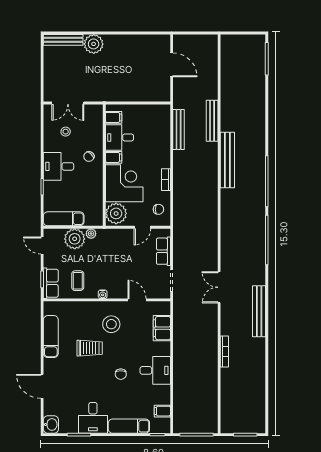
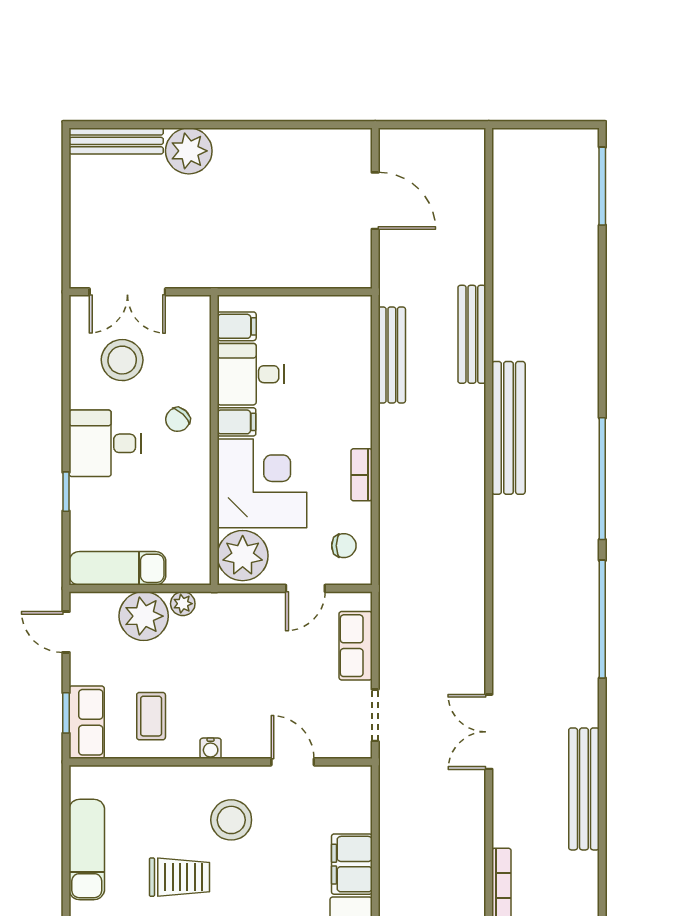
stool: (66, 132) -> (122, 360), width x1.89, depth x1.89
filing cabinet: (162, 328) -> (352, 864), moved

